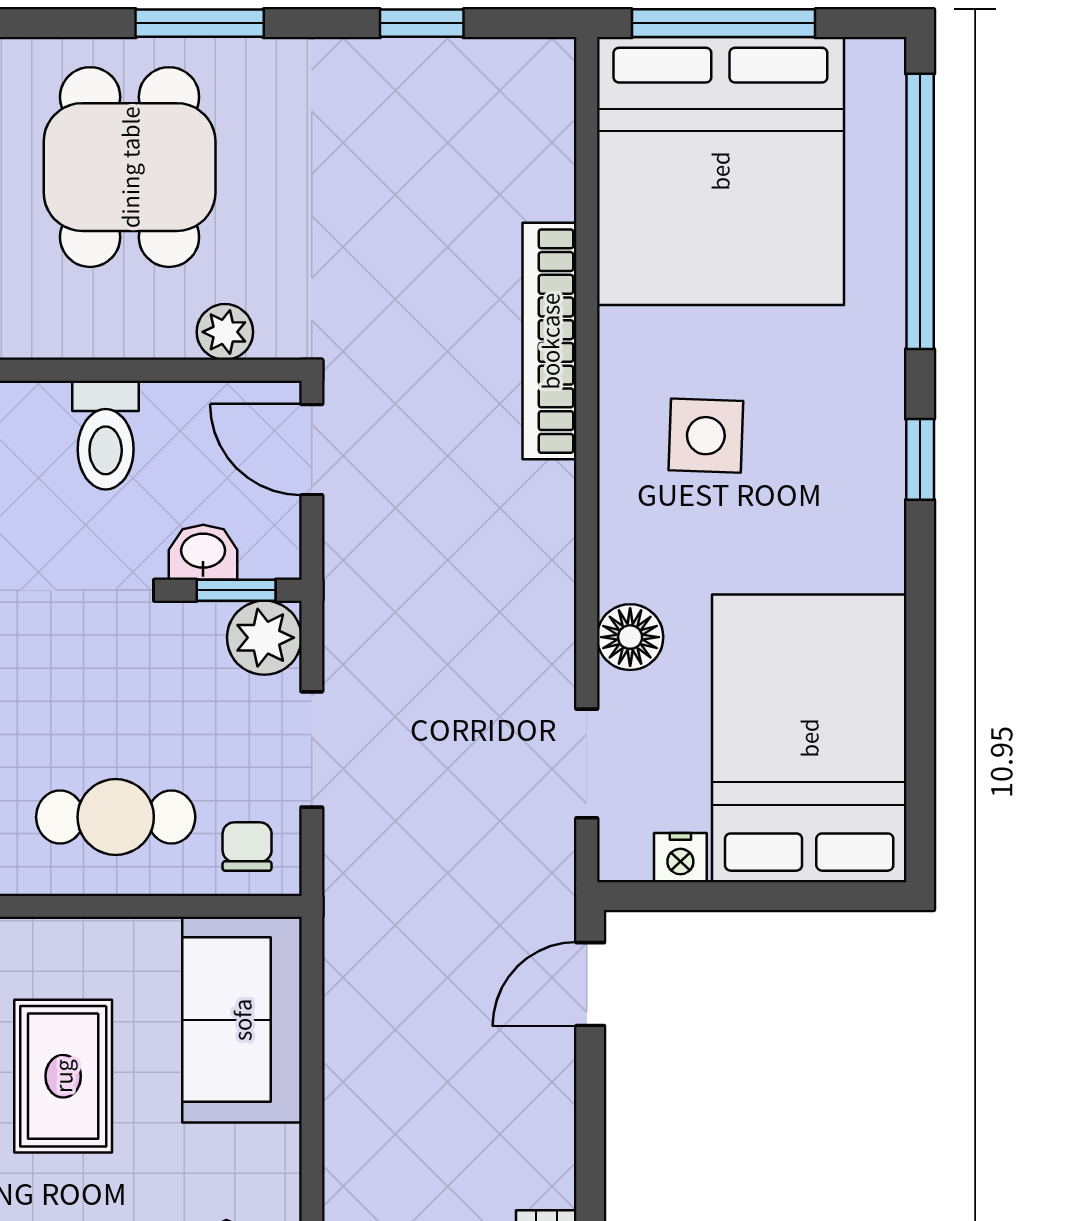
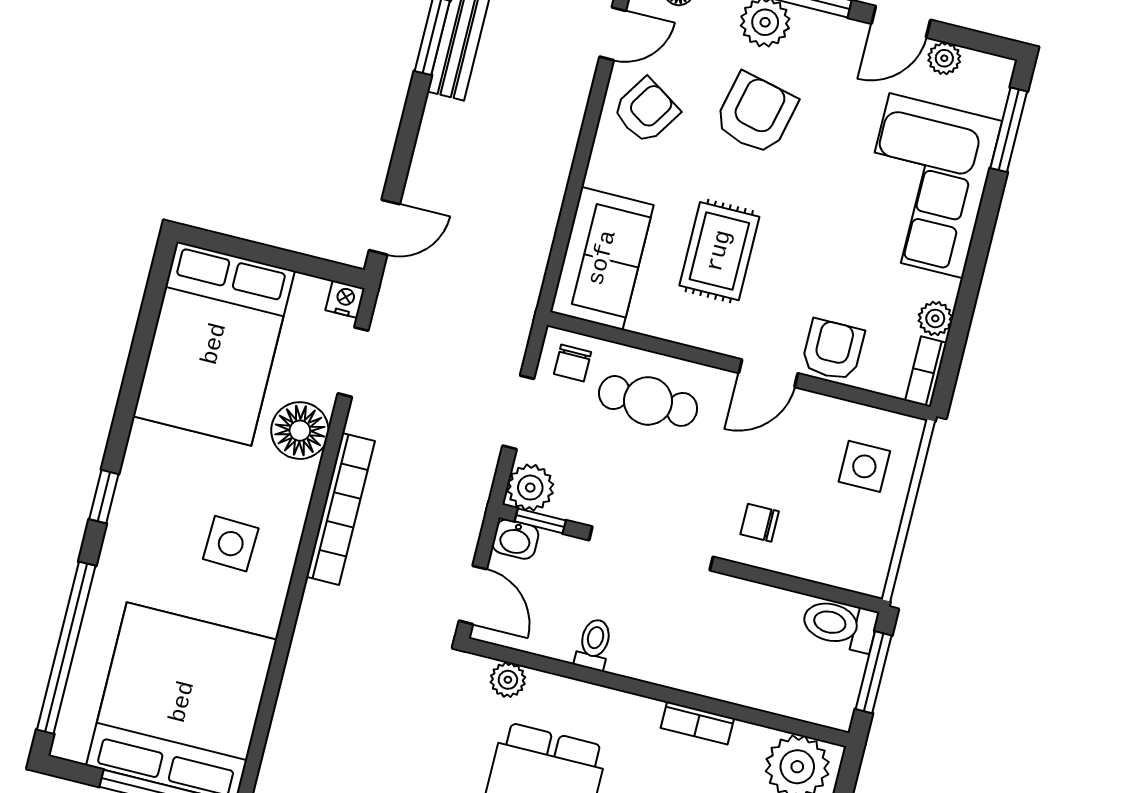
bookcase: (550, 341) -> (340, 509), moved
toilet: (106, 435) -> (594, 644), width x0.73, depth x0.72
washbasin: (203, 552) -> (515, 539), moved
floor lamp: (630, 637) -> (300, 431), width x1.38, depth x1.38
nightstand: (680, 858) -> (345, 299), moved

